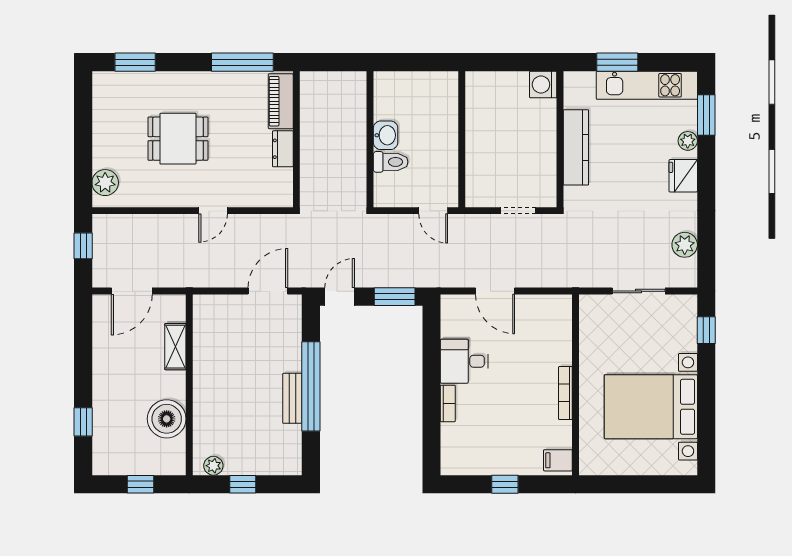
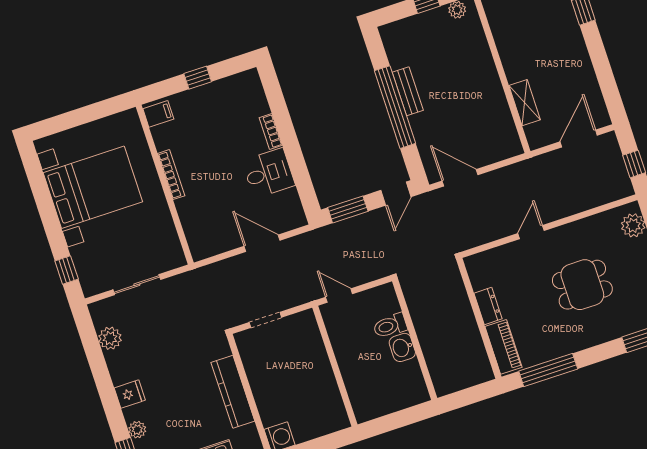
fridge: (683, 176) -> (130, 394), width x0.72
door: (268, 291) -> (460, 178), swing flipped
boiler: (167, 419) -> (511, 37), removed

